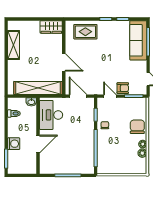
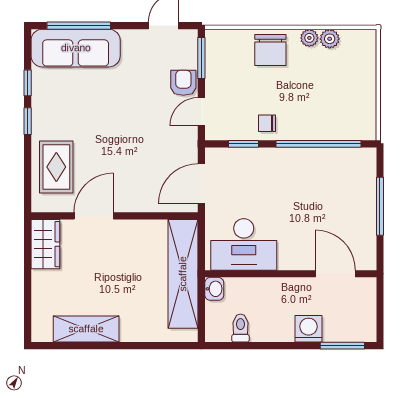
door: (64, 62) -> (94, 216), moved
chair: (137, 127) -> (270, 50), turned -90
door: (38, 144) -> (335, 274), moved

